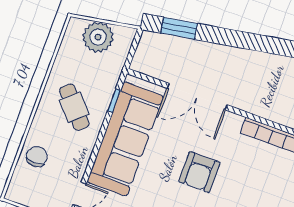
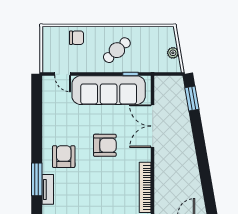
plant: (98, 37) -> (173, 53), width x0.53, depth x0.53
armchair: (199, 172) -> (105, 145), turned 180

